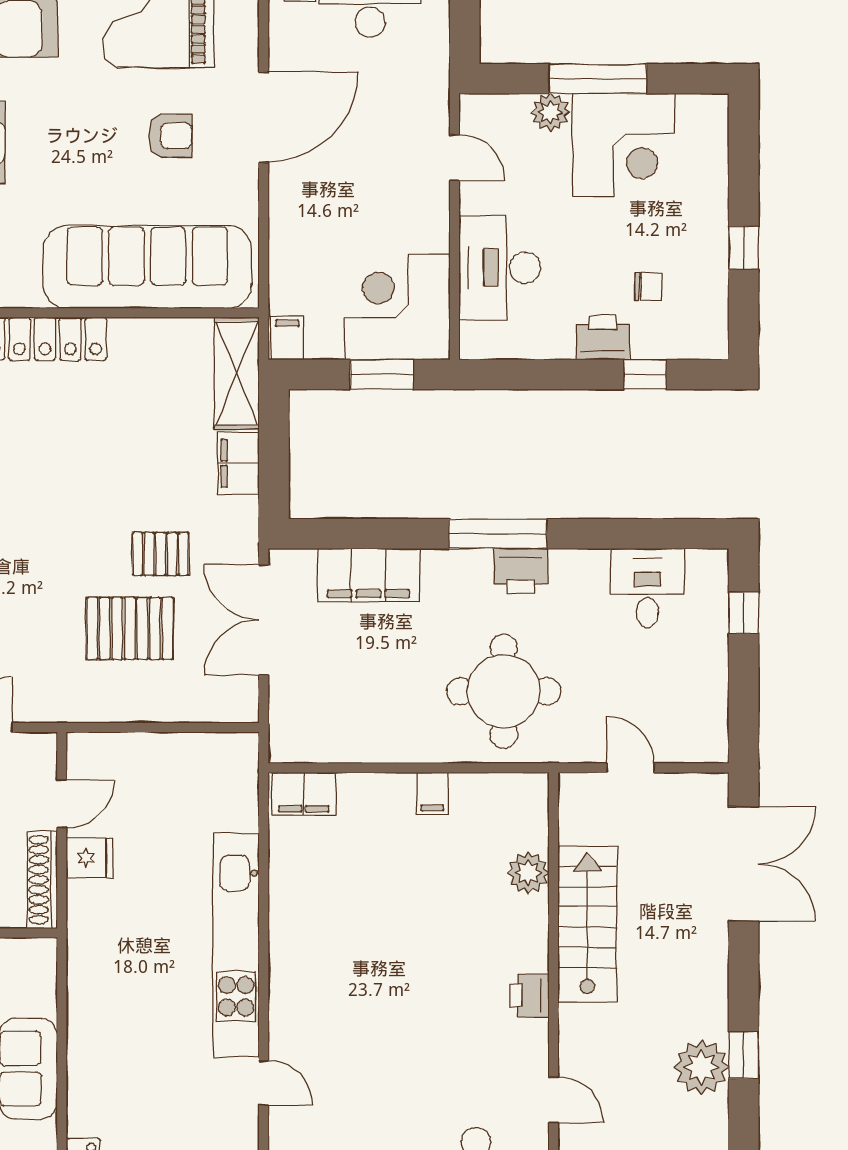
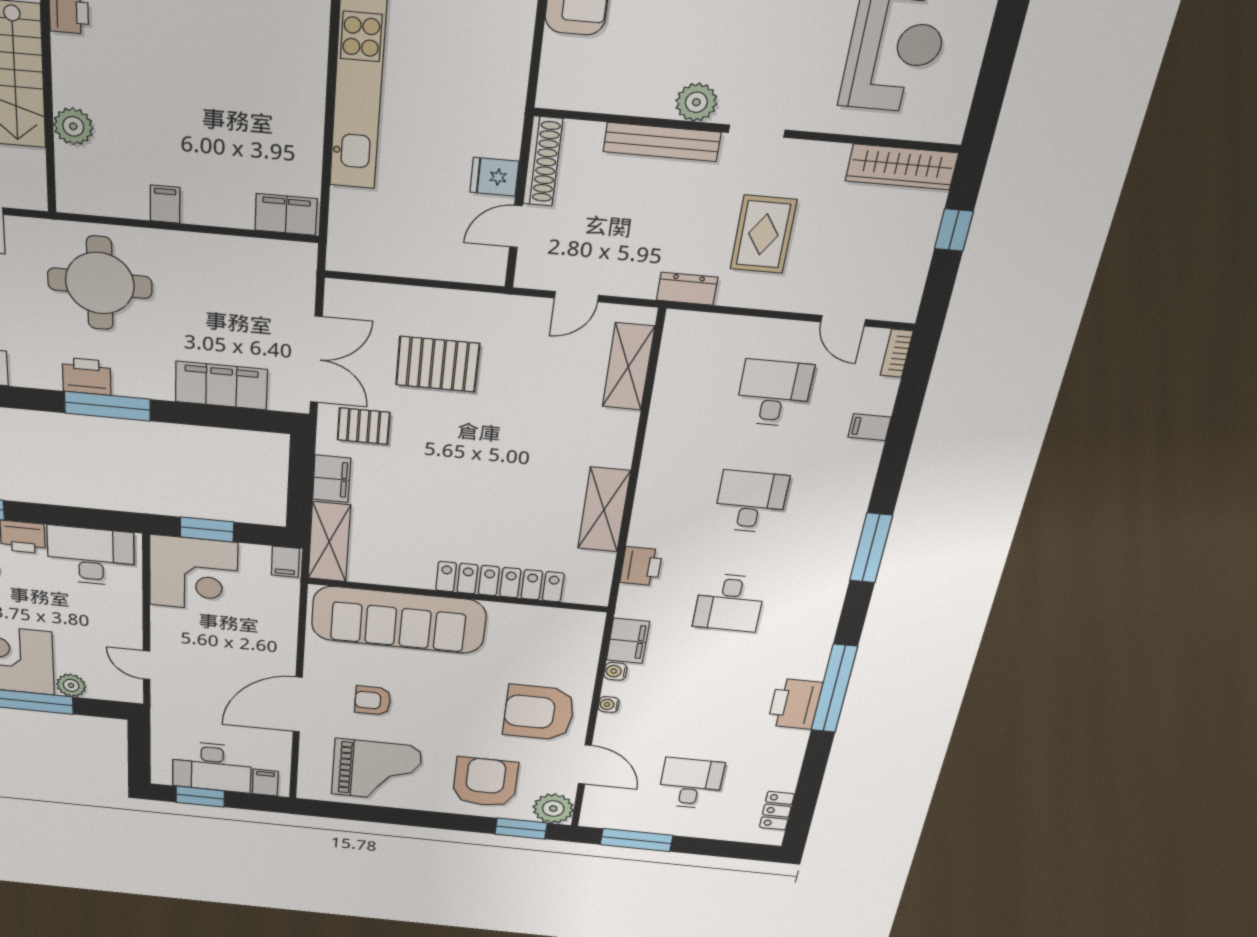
desk: (500, 268) -> (91, 556), moved, turned -90
pallet: (160, 554) -> (364, 426), moved

